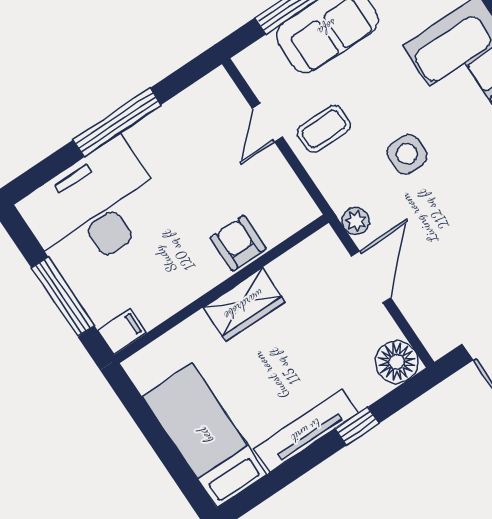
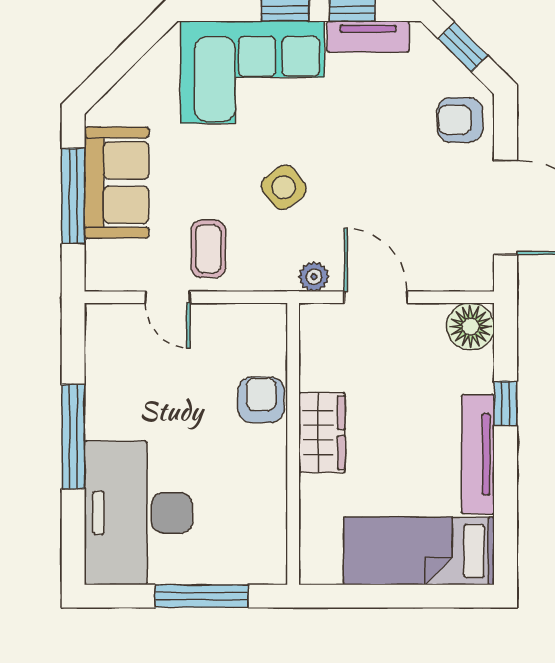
side table: (407, 154) -> (284, 187), turned -38
armchair: (238, 243) -> (261, 400), turned 90
filing cabinet: (122, 331) -> (271, 563), removed

